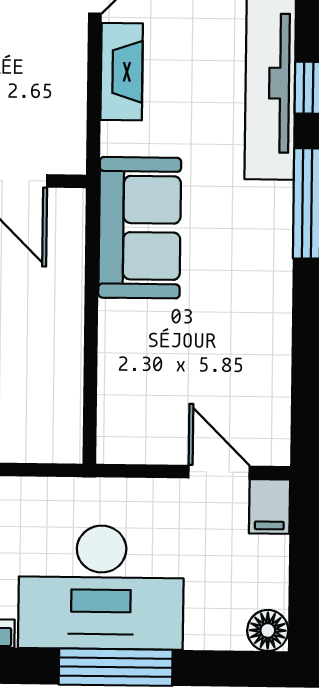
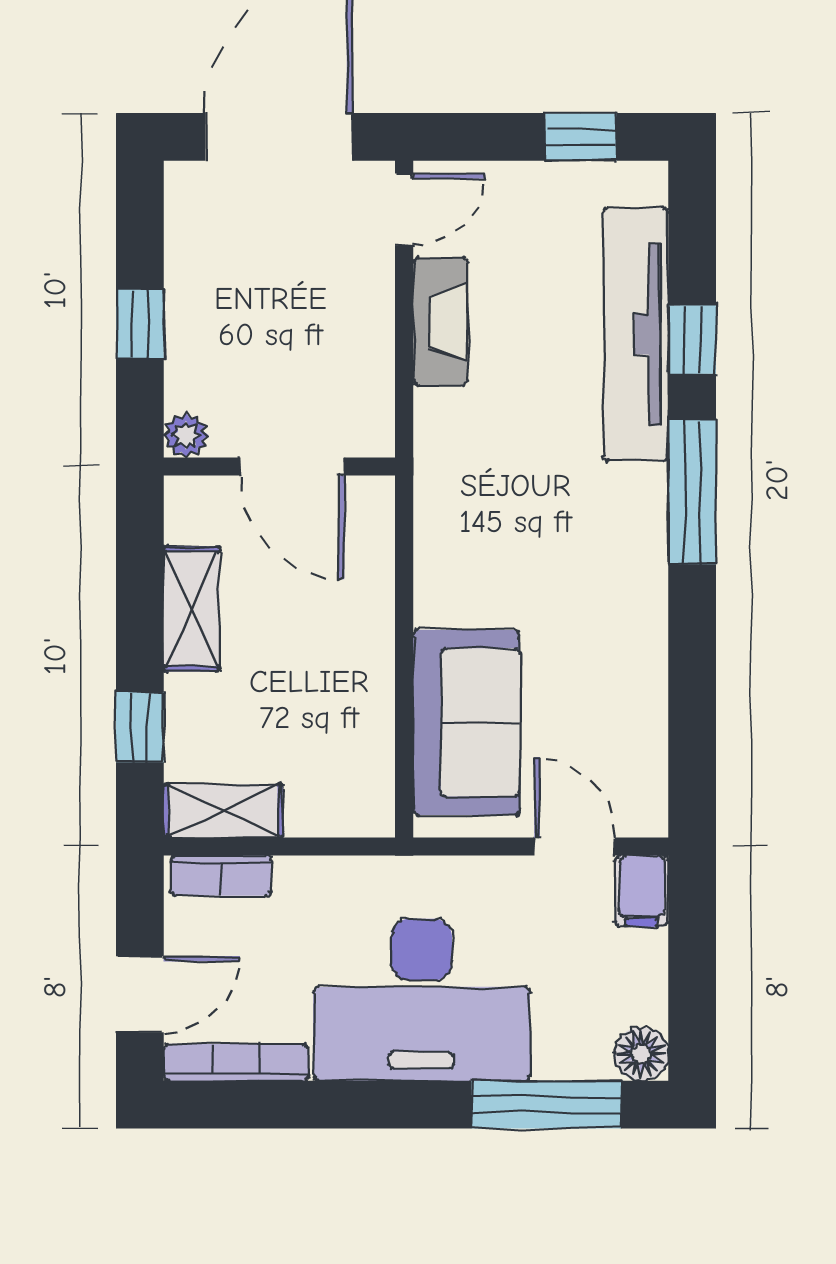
sofa: (140, 228) -> (466, 722), moved
window: (116, 667) -> (546, 1105), moved

